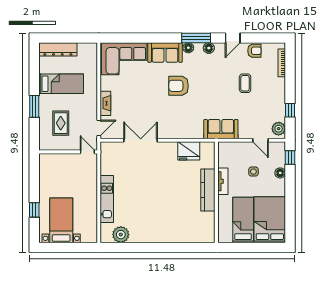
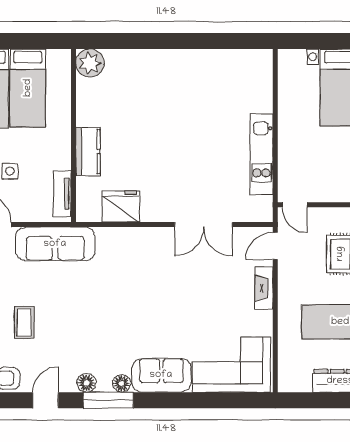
armchair: (179, 86) -> (138, 318), removed
sofa: (221, 129) -> (55, 244), width x1.36
tv unit: (223, 181) -> (62, 194), moved
kitchen counter: (208, 190) -> (88, 152), width x0.67
kitchen unit: (107, 199) -> (261, 154), moved
plant: (121, 235) -> (90, 63), moved

